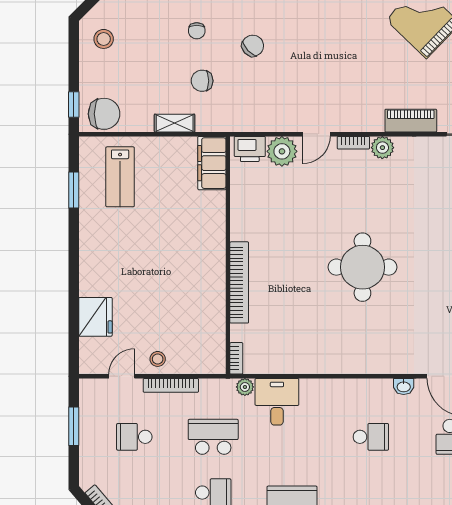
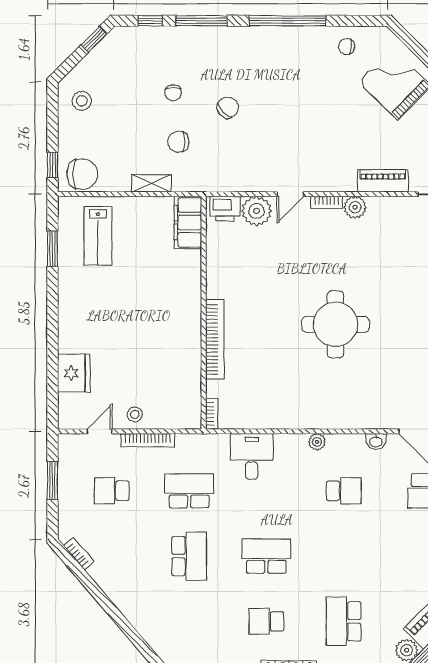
plant: (245, 387) -> (317, 442), moved

